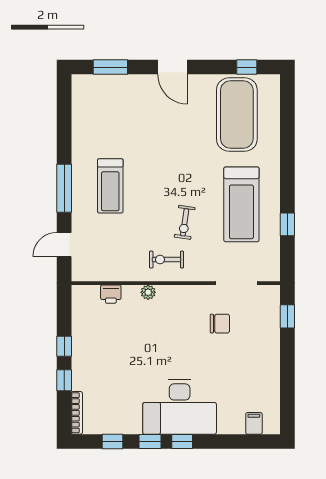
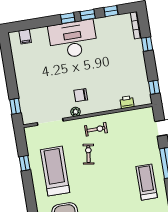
treadmill: (110, 186) -> (147, 182), moved
plant: (148, 292) -> (76, 112), moved
chair: (220, 324) -> (81, 95), moved
window: (64, 346) -> (154, 87), moved

